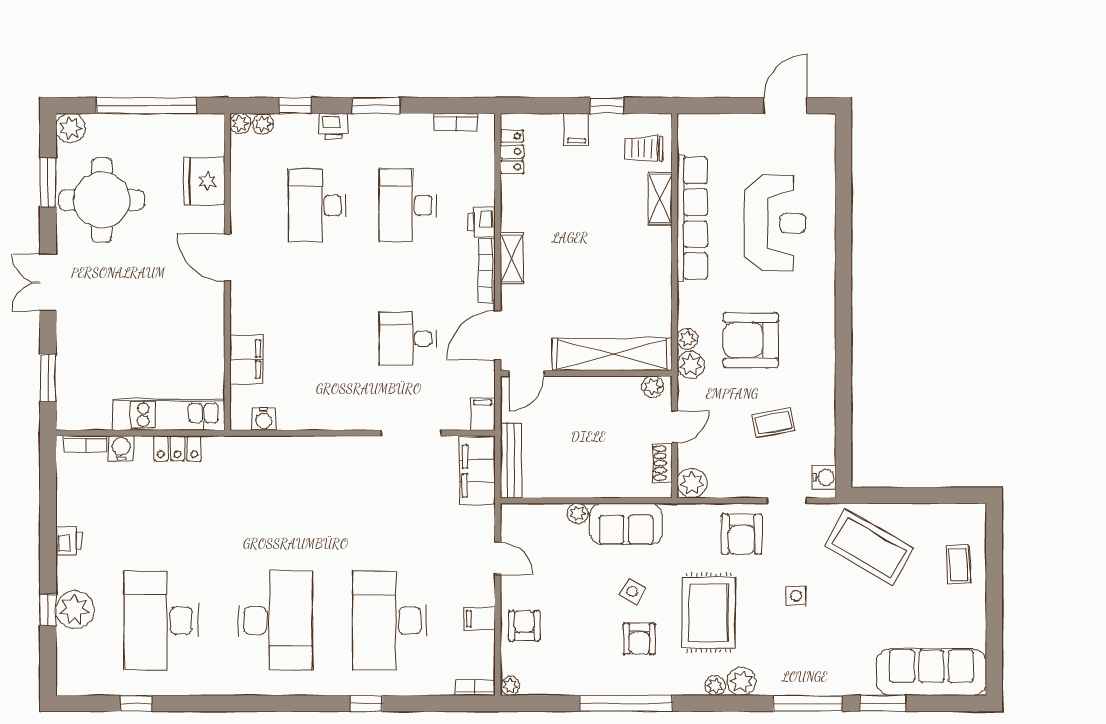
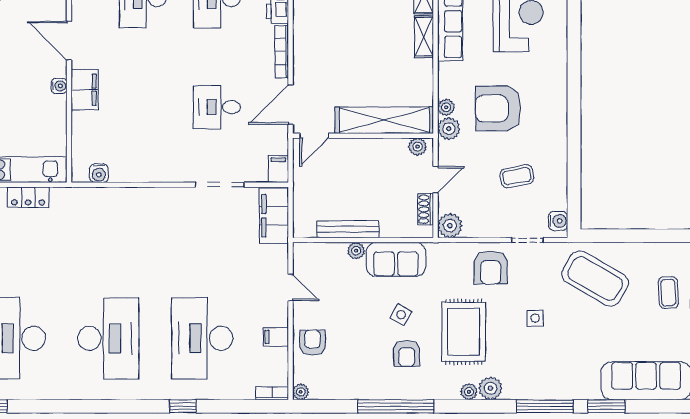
shelving: (512, 259) -> (424, 37), moved
water cooler: (215, 313) -> (59, 86), added
filing cabinet: (246, 359) -> (85, 90), moved
bench: (511, 460) -> (348, 229), moved, turned 90

